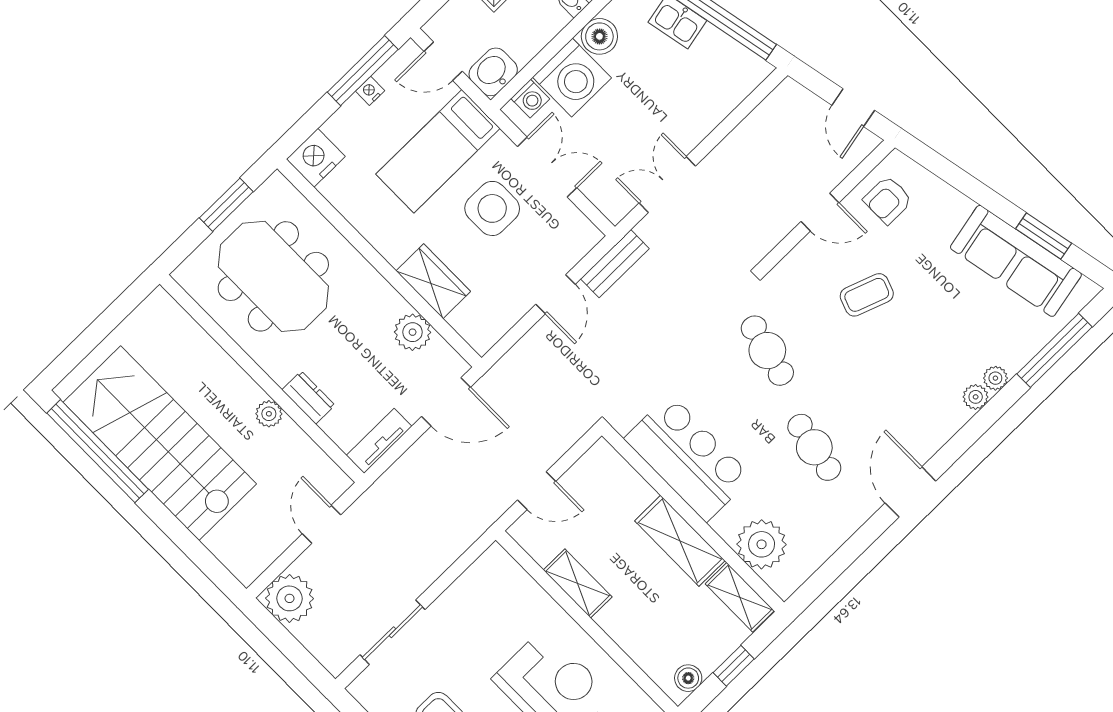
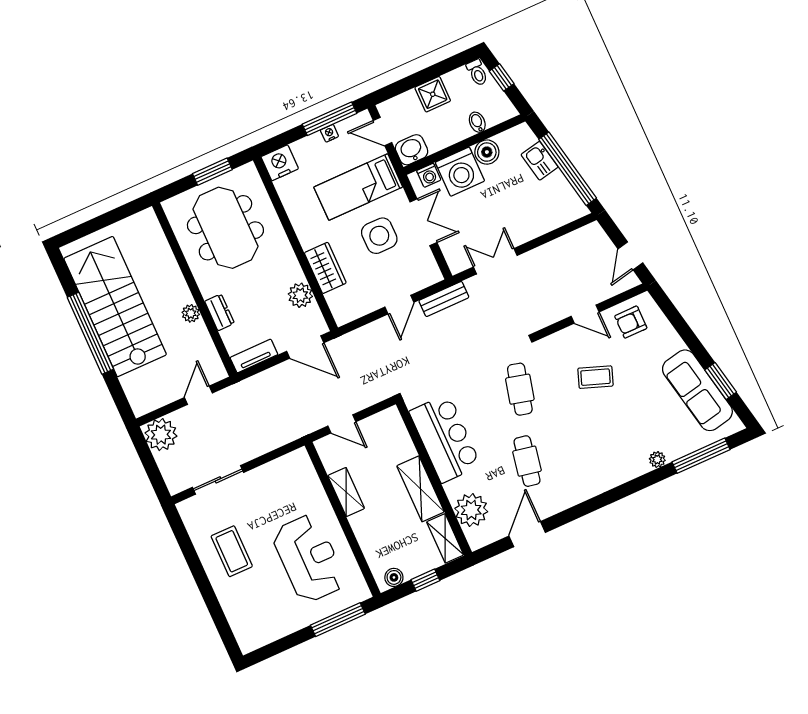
plant: (976, 397) -> (640, 467), removed
window: (98, 451) -> (90, 333), moved
door: (910, 492) -> (527, 534), moved

